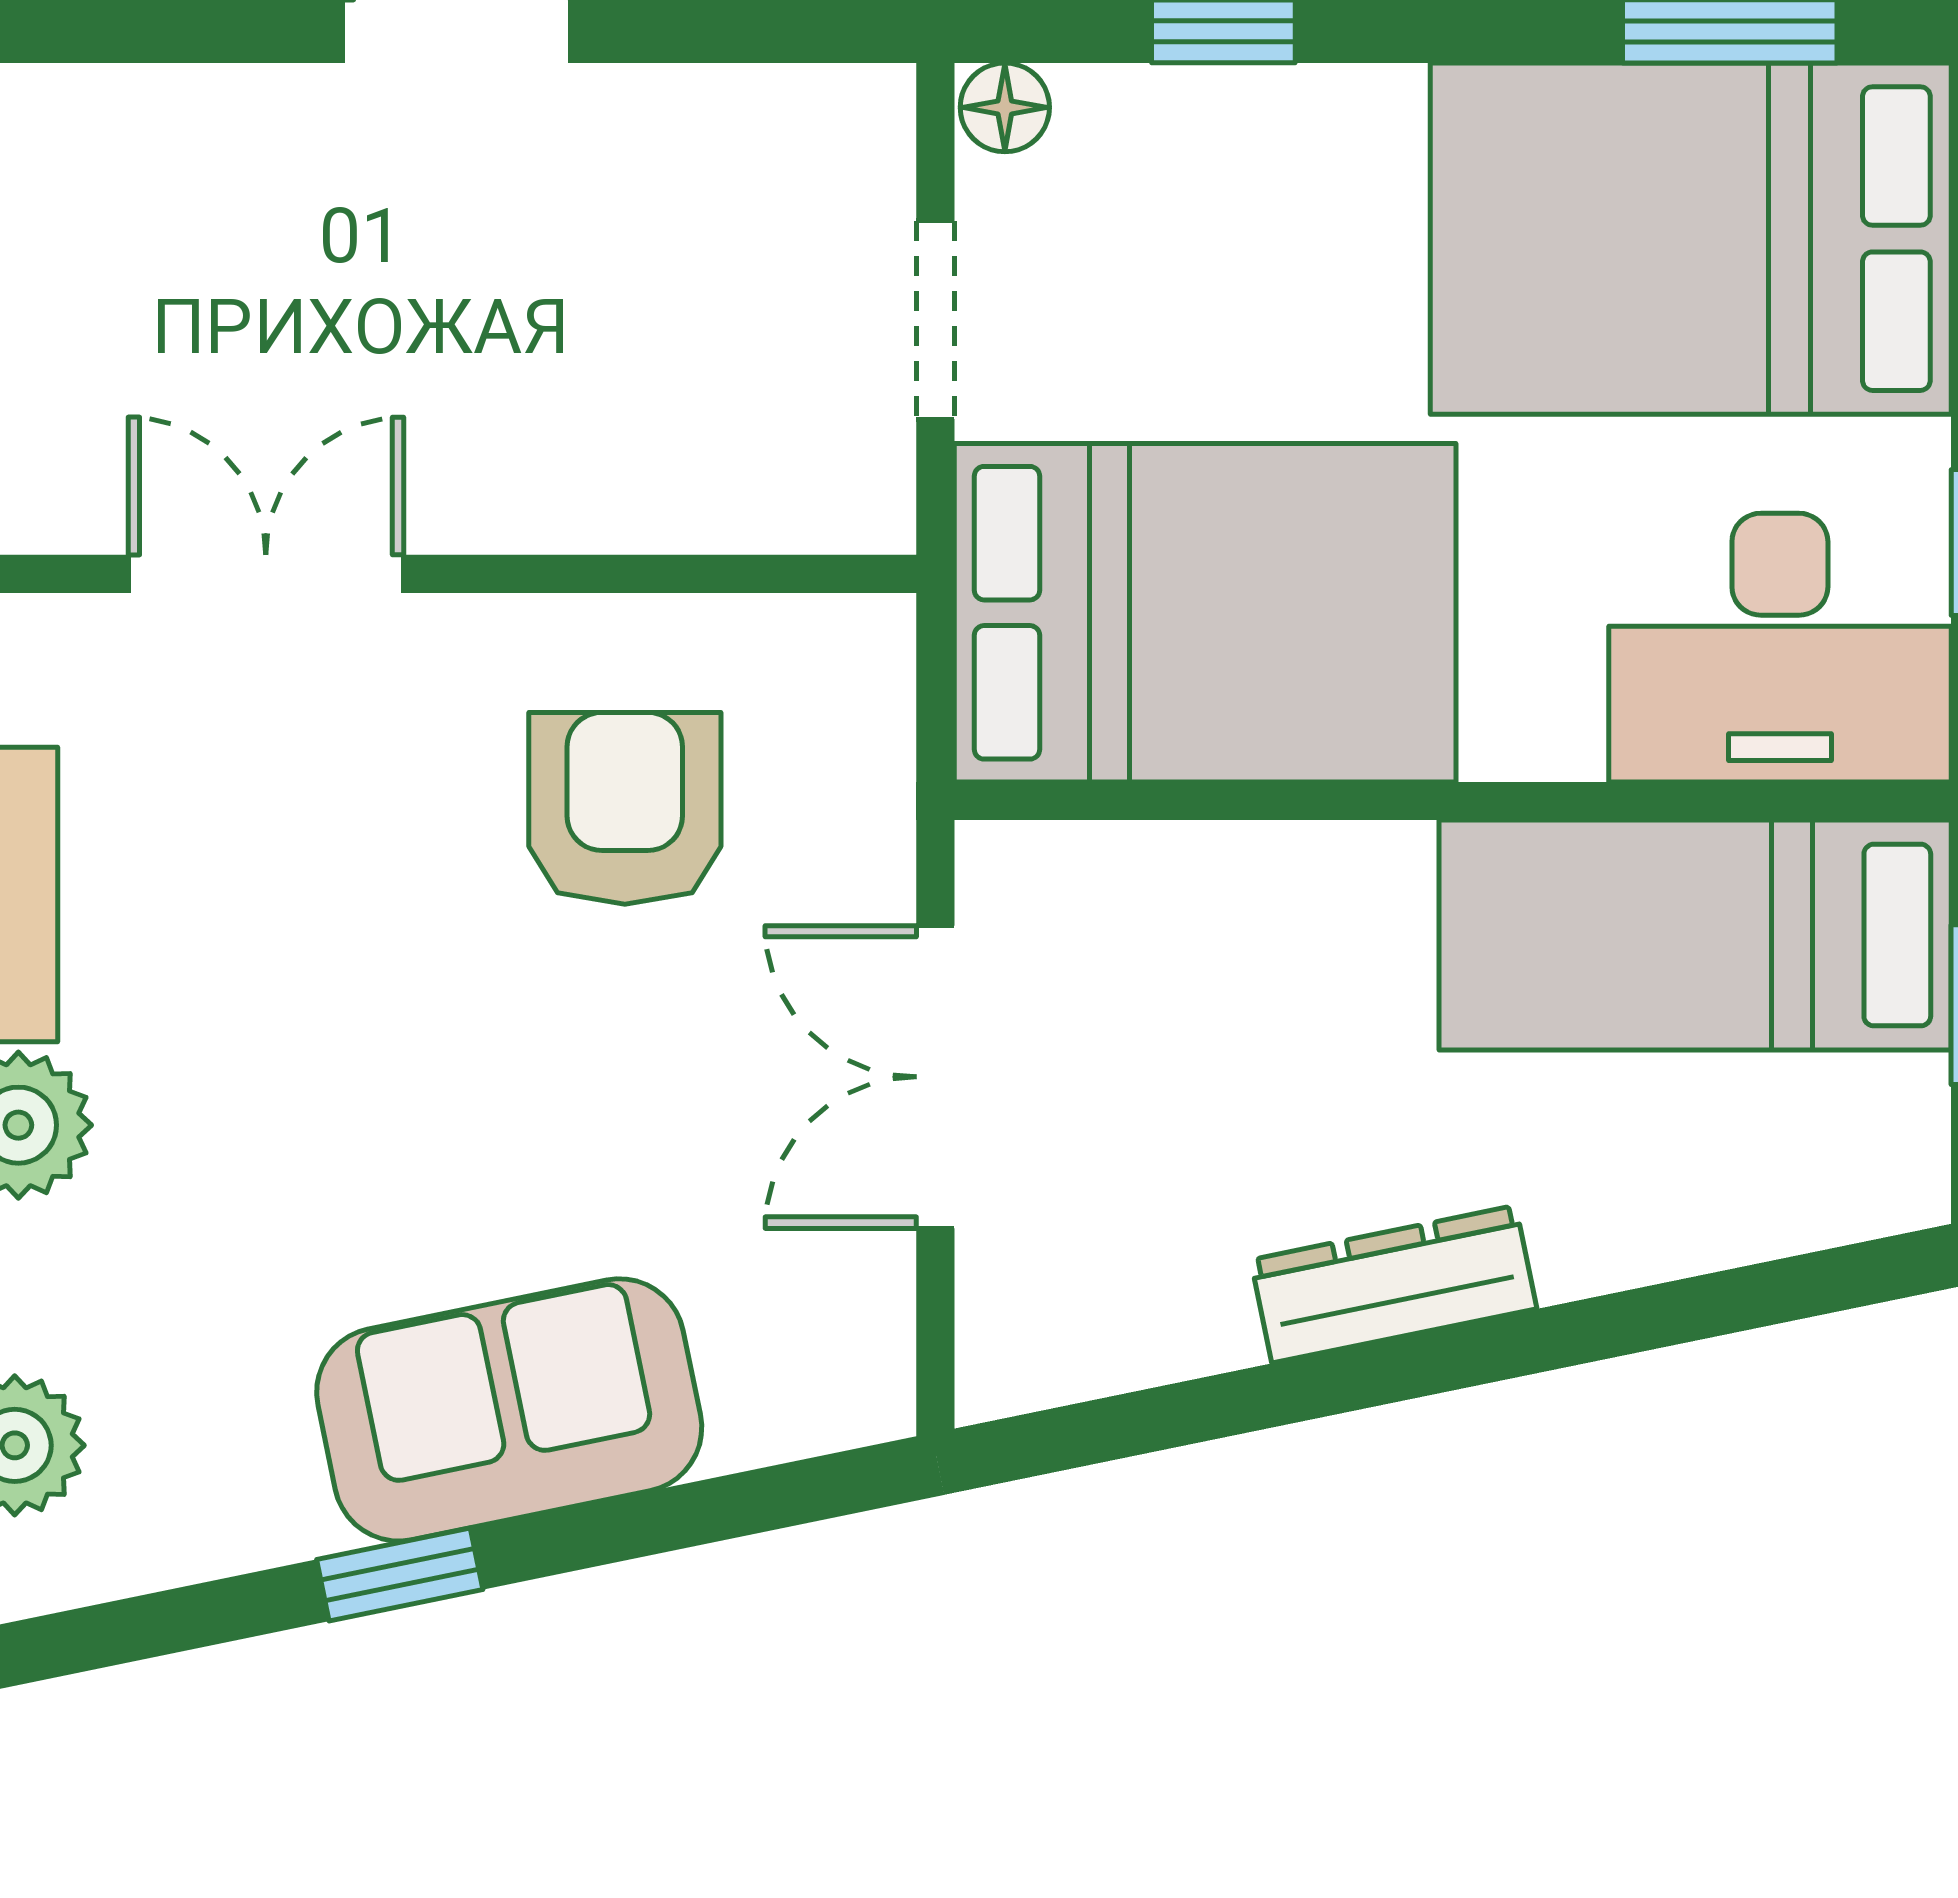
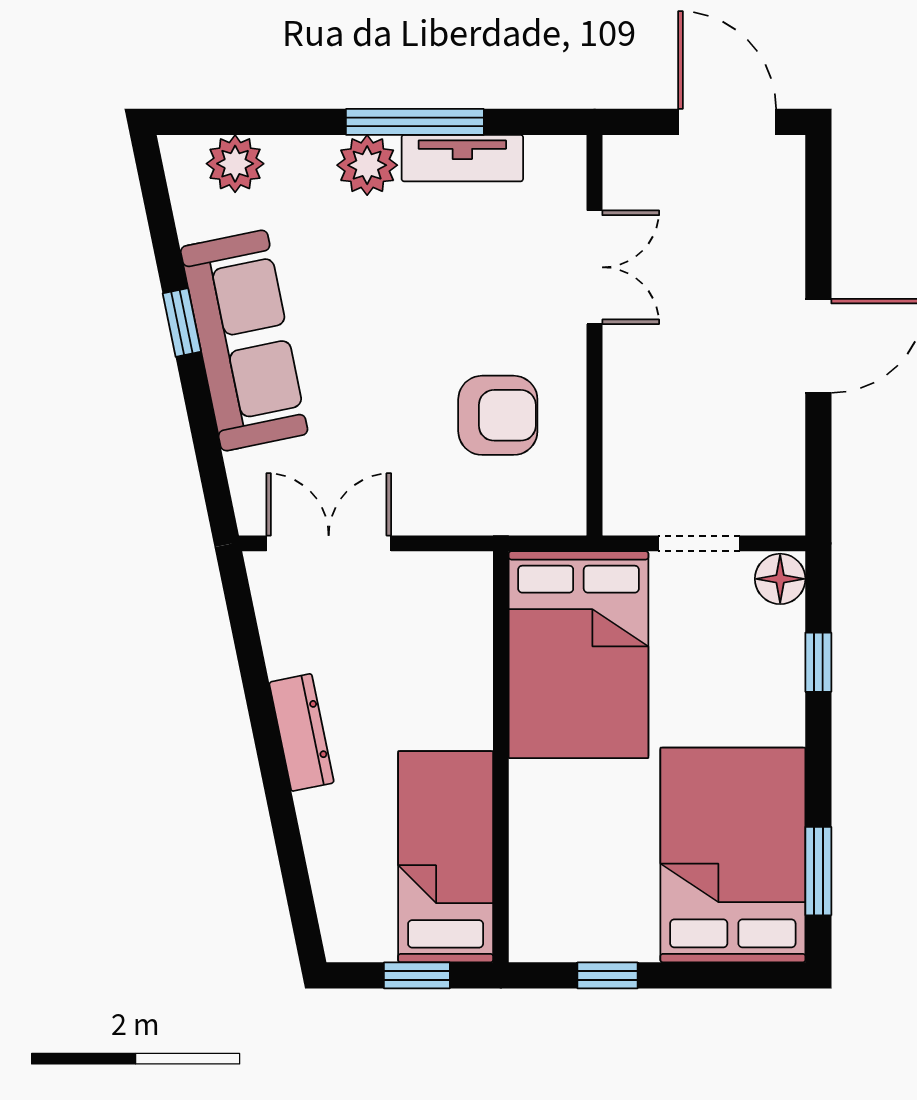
floor lamp: (1005, 107) -> (780, 579), width x1.37, depth x1.37
desk: (1780, 648) -> (564, 892), removed
double door: (935, 1077) -> (329, 543), moved
sofa: (509, 1410) -> (244, 340), width x1.36

